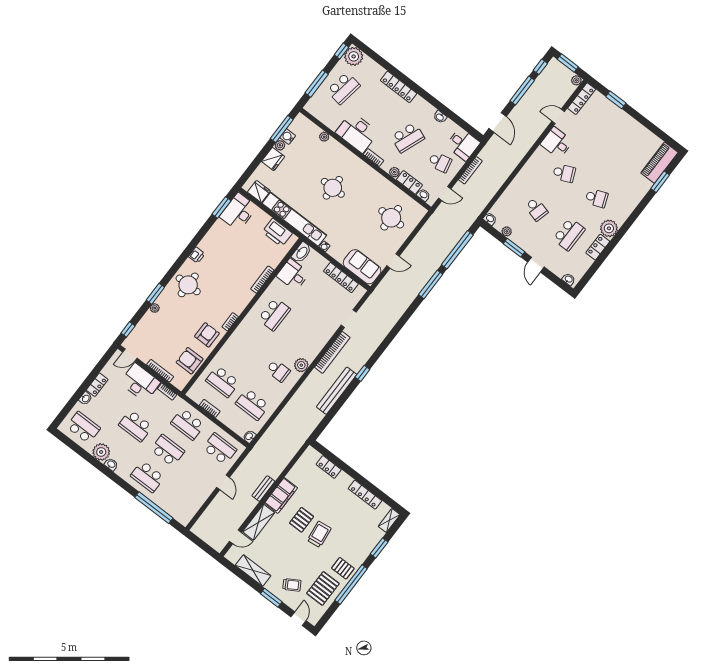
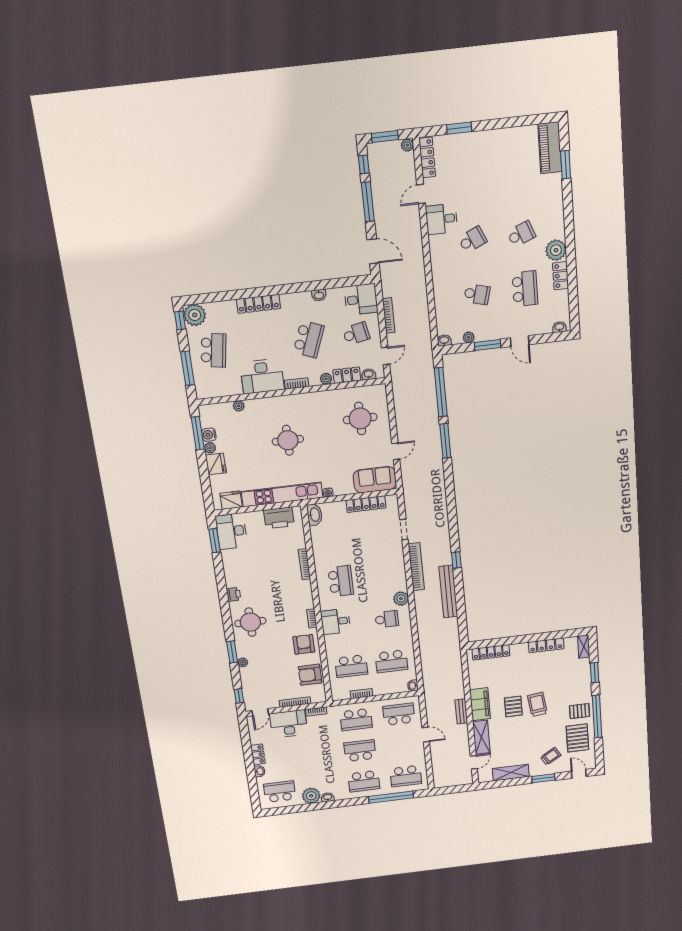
desk: (293, 275) -> (336, 622), moved
school desk: (135, 426) -> (406, 776), moved
locker: (329, 467) -> (491, 652), width x1.53

